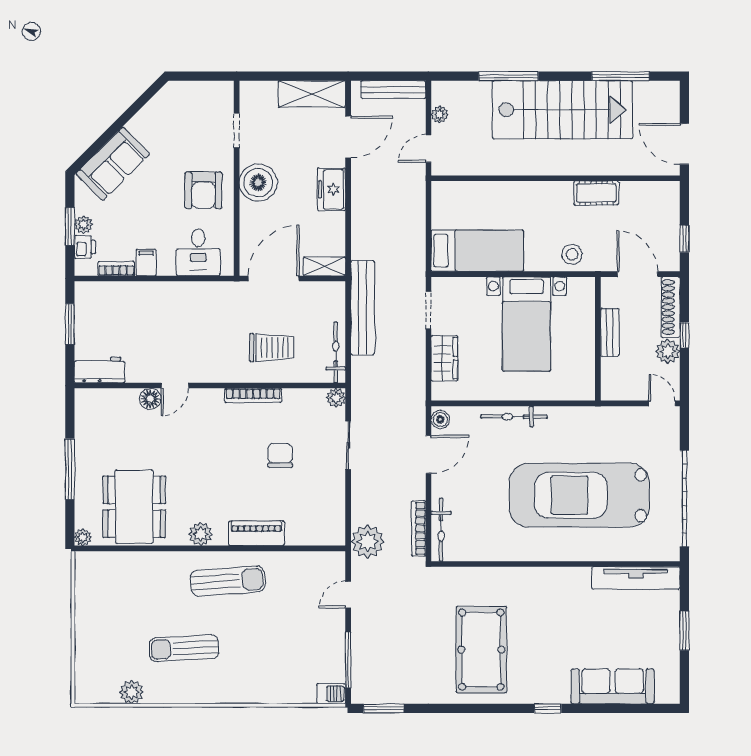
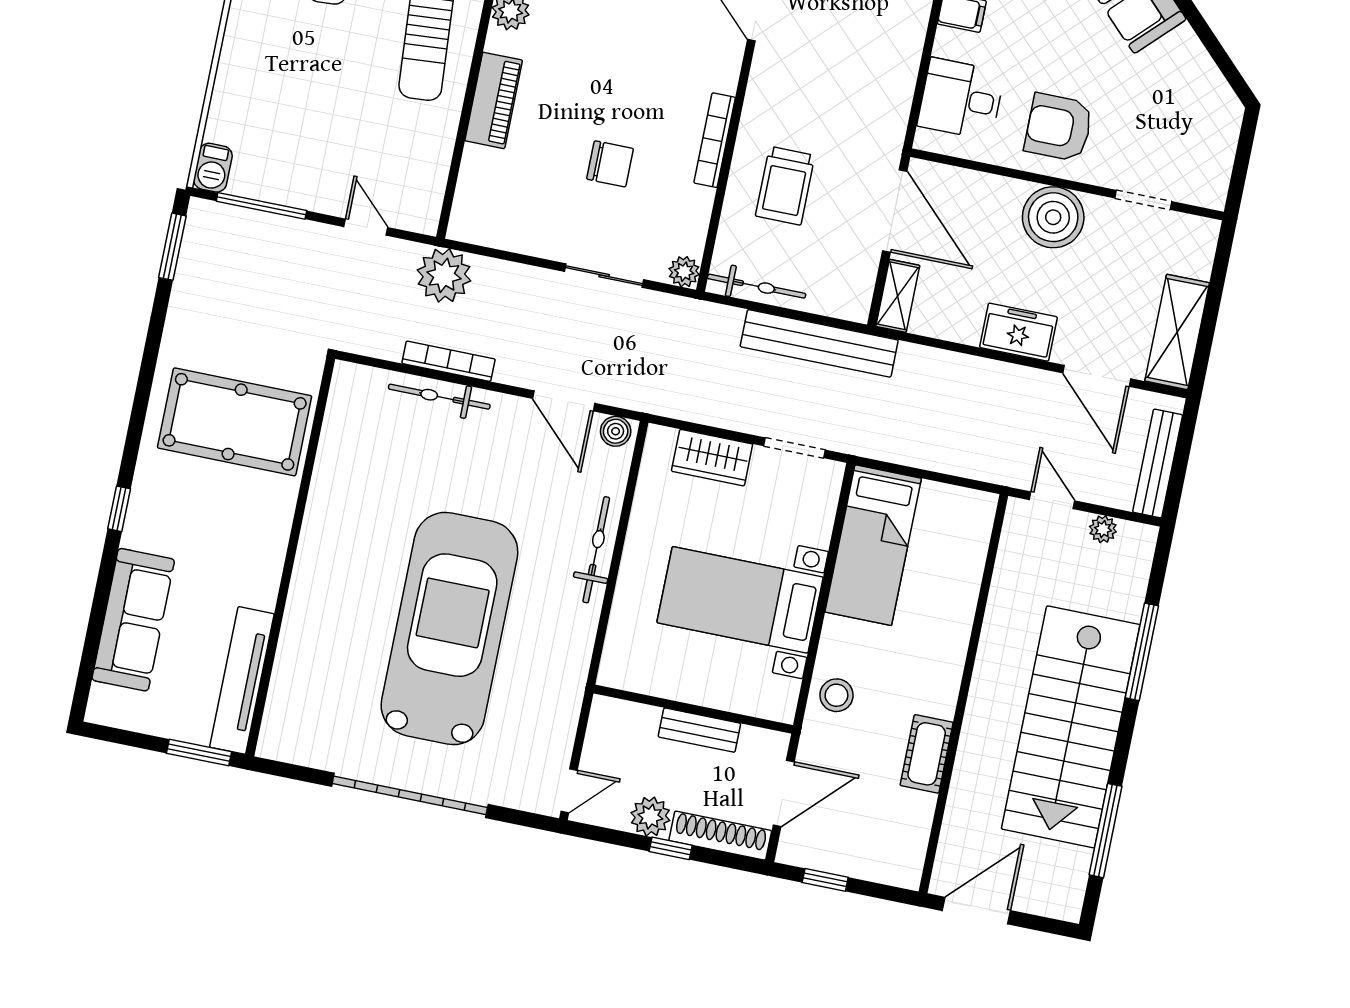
wall: (556, 564) -> (290, 557), moved
tv unit: (636, 578) -> (242, 680), moved

